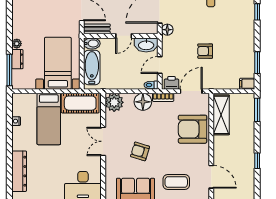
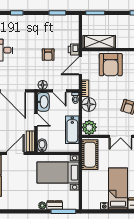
floor lamp: (167, 30) -> (43, 85), moved
bathtub: (92, 68) -> (72, 130), moved, turned -90
printer: (172, 83) -> (74, 49), moved
filing cabinet: (247, 84) -> (74, 21), removed
door: (191, 91) -> (80, 66), hinge flipped
bed: (49, 119) -> (118, 189), moved, turned -90

